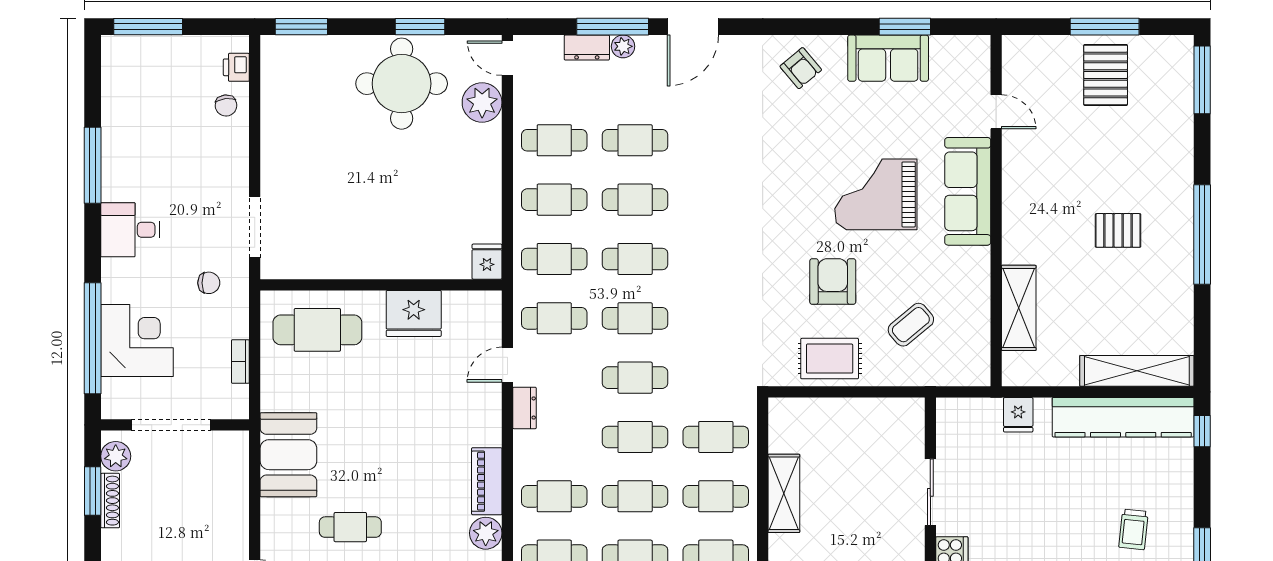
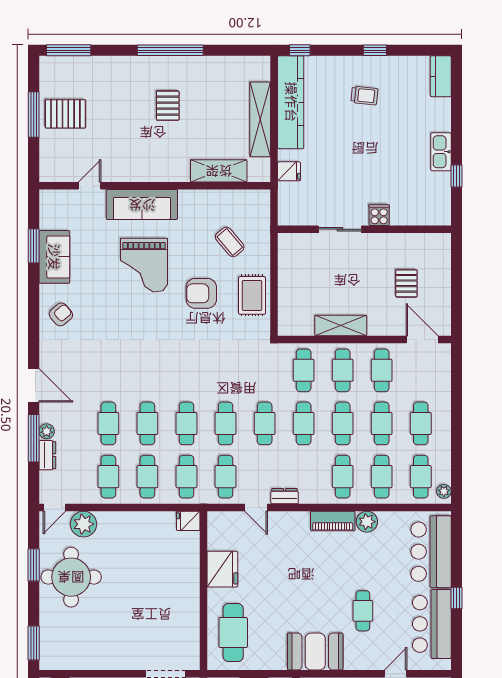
shelving: (1137, 371) -> (260, 119), moved

